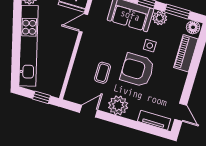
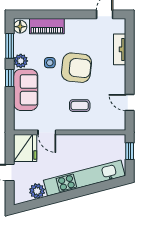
armchair: (137, 70) -> (77, 68), turned -84
coffee table: (103, 73) -> (80, 106), moved
plant: (118, 105) -> (116, 76), removed
tv unit: (154, 120) -> (120, 49), moved

